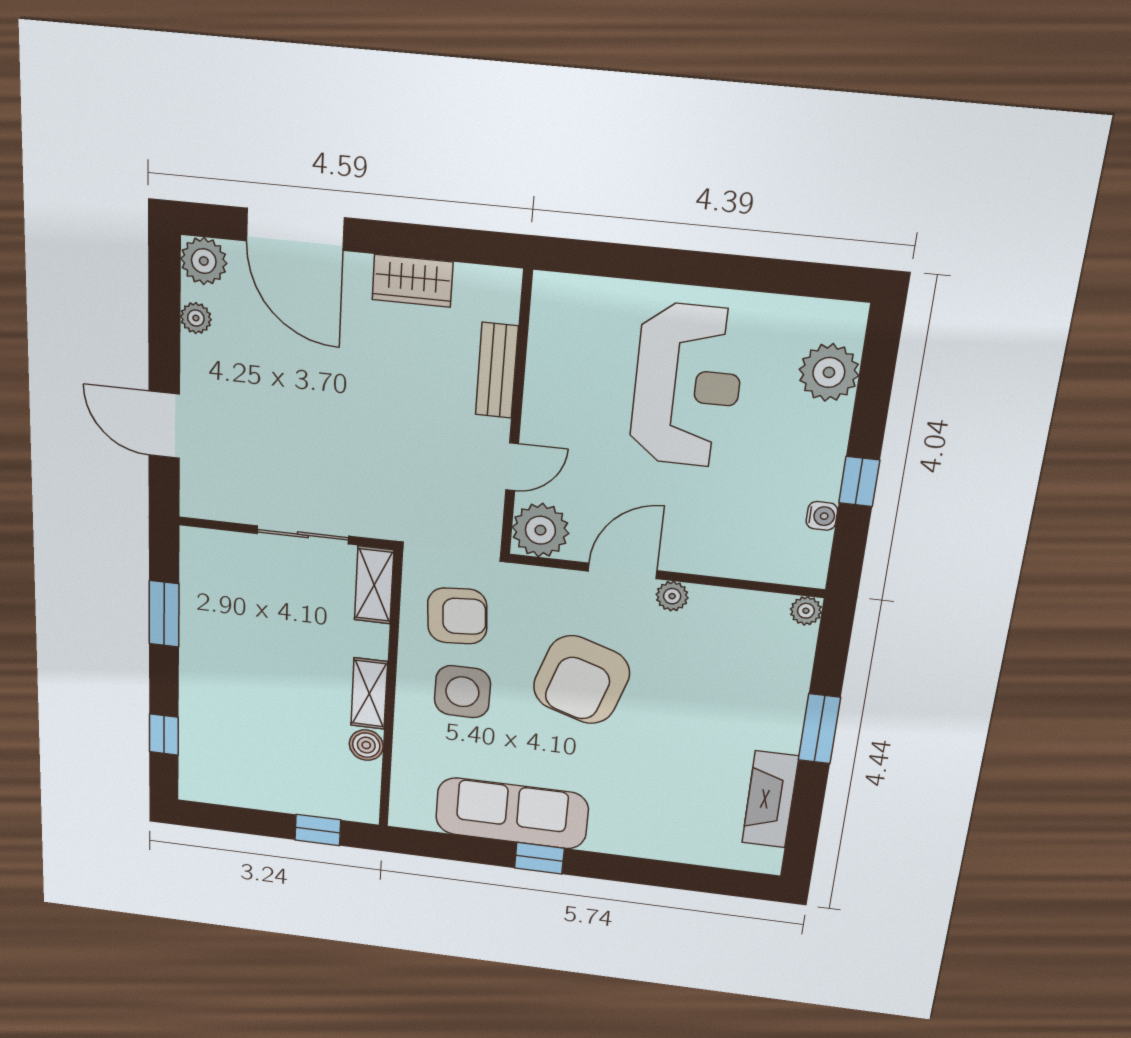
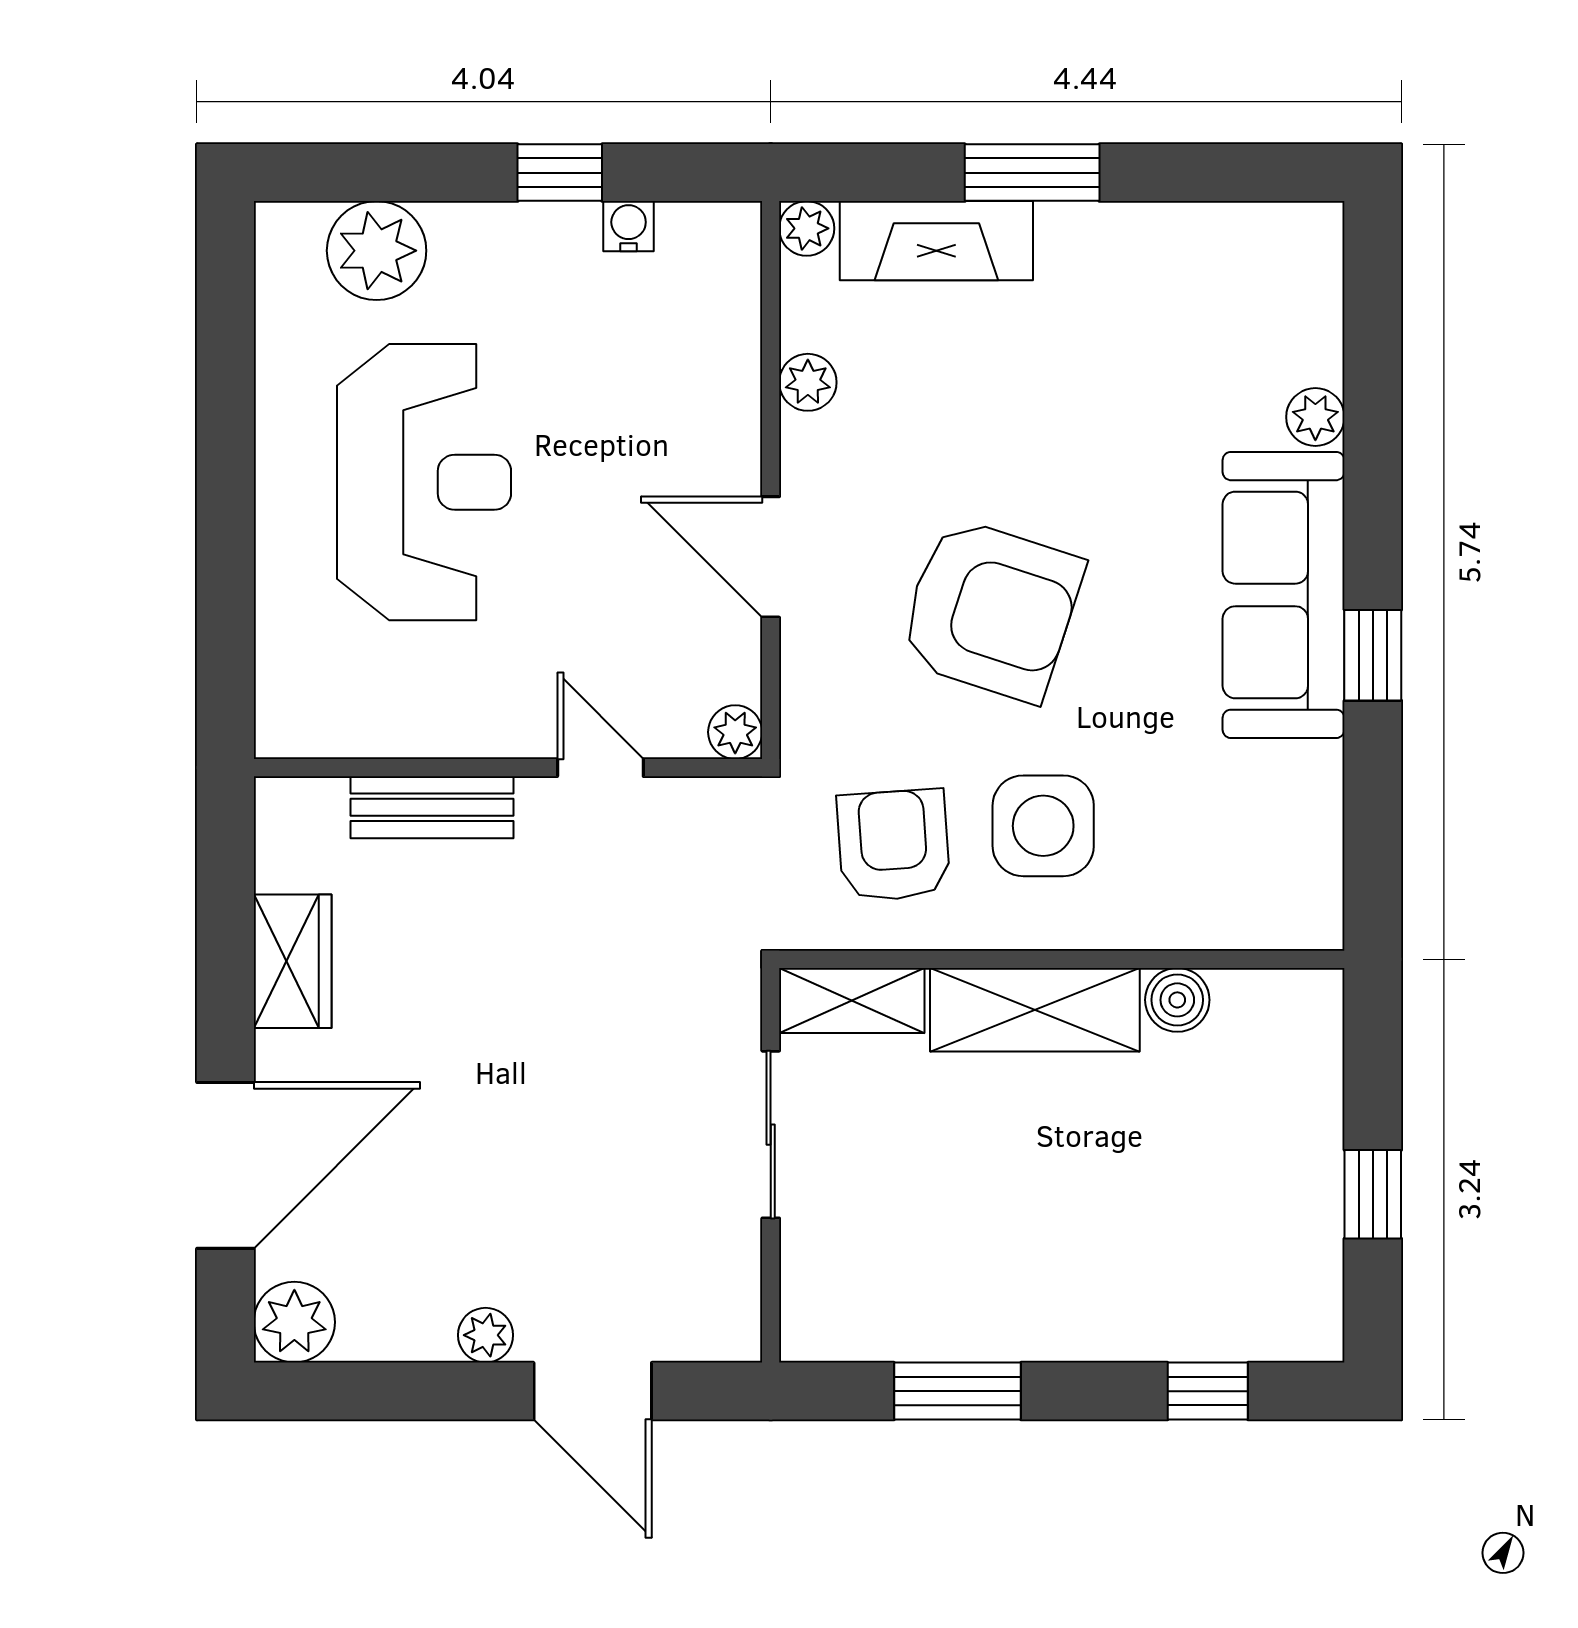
plant: (196, 318) -> (486, 1335), moved
reception desk: (687, 386) -> (424, 482), turned 90
door: (164, 425) -> (593, 1391), hinge flipped
plant: (540, 530) -> (735, 732), width x0.53, depth x0.53
plant: (672, 596) -> (808, 382), moved
shelving: (369, 694) -> (1035, 1010), width x1.50, depth x1.33
fireplace: (770, 800) -> (936, 241), moved
sofa: (512, 813) -> (1284, 595), moved
window: (318, 830) -> (1373, 1194), moved
plant: (667, 848) -> (1315, 417), added

